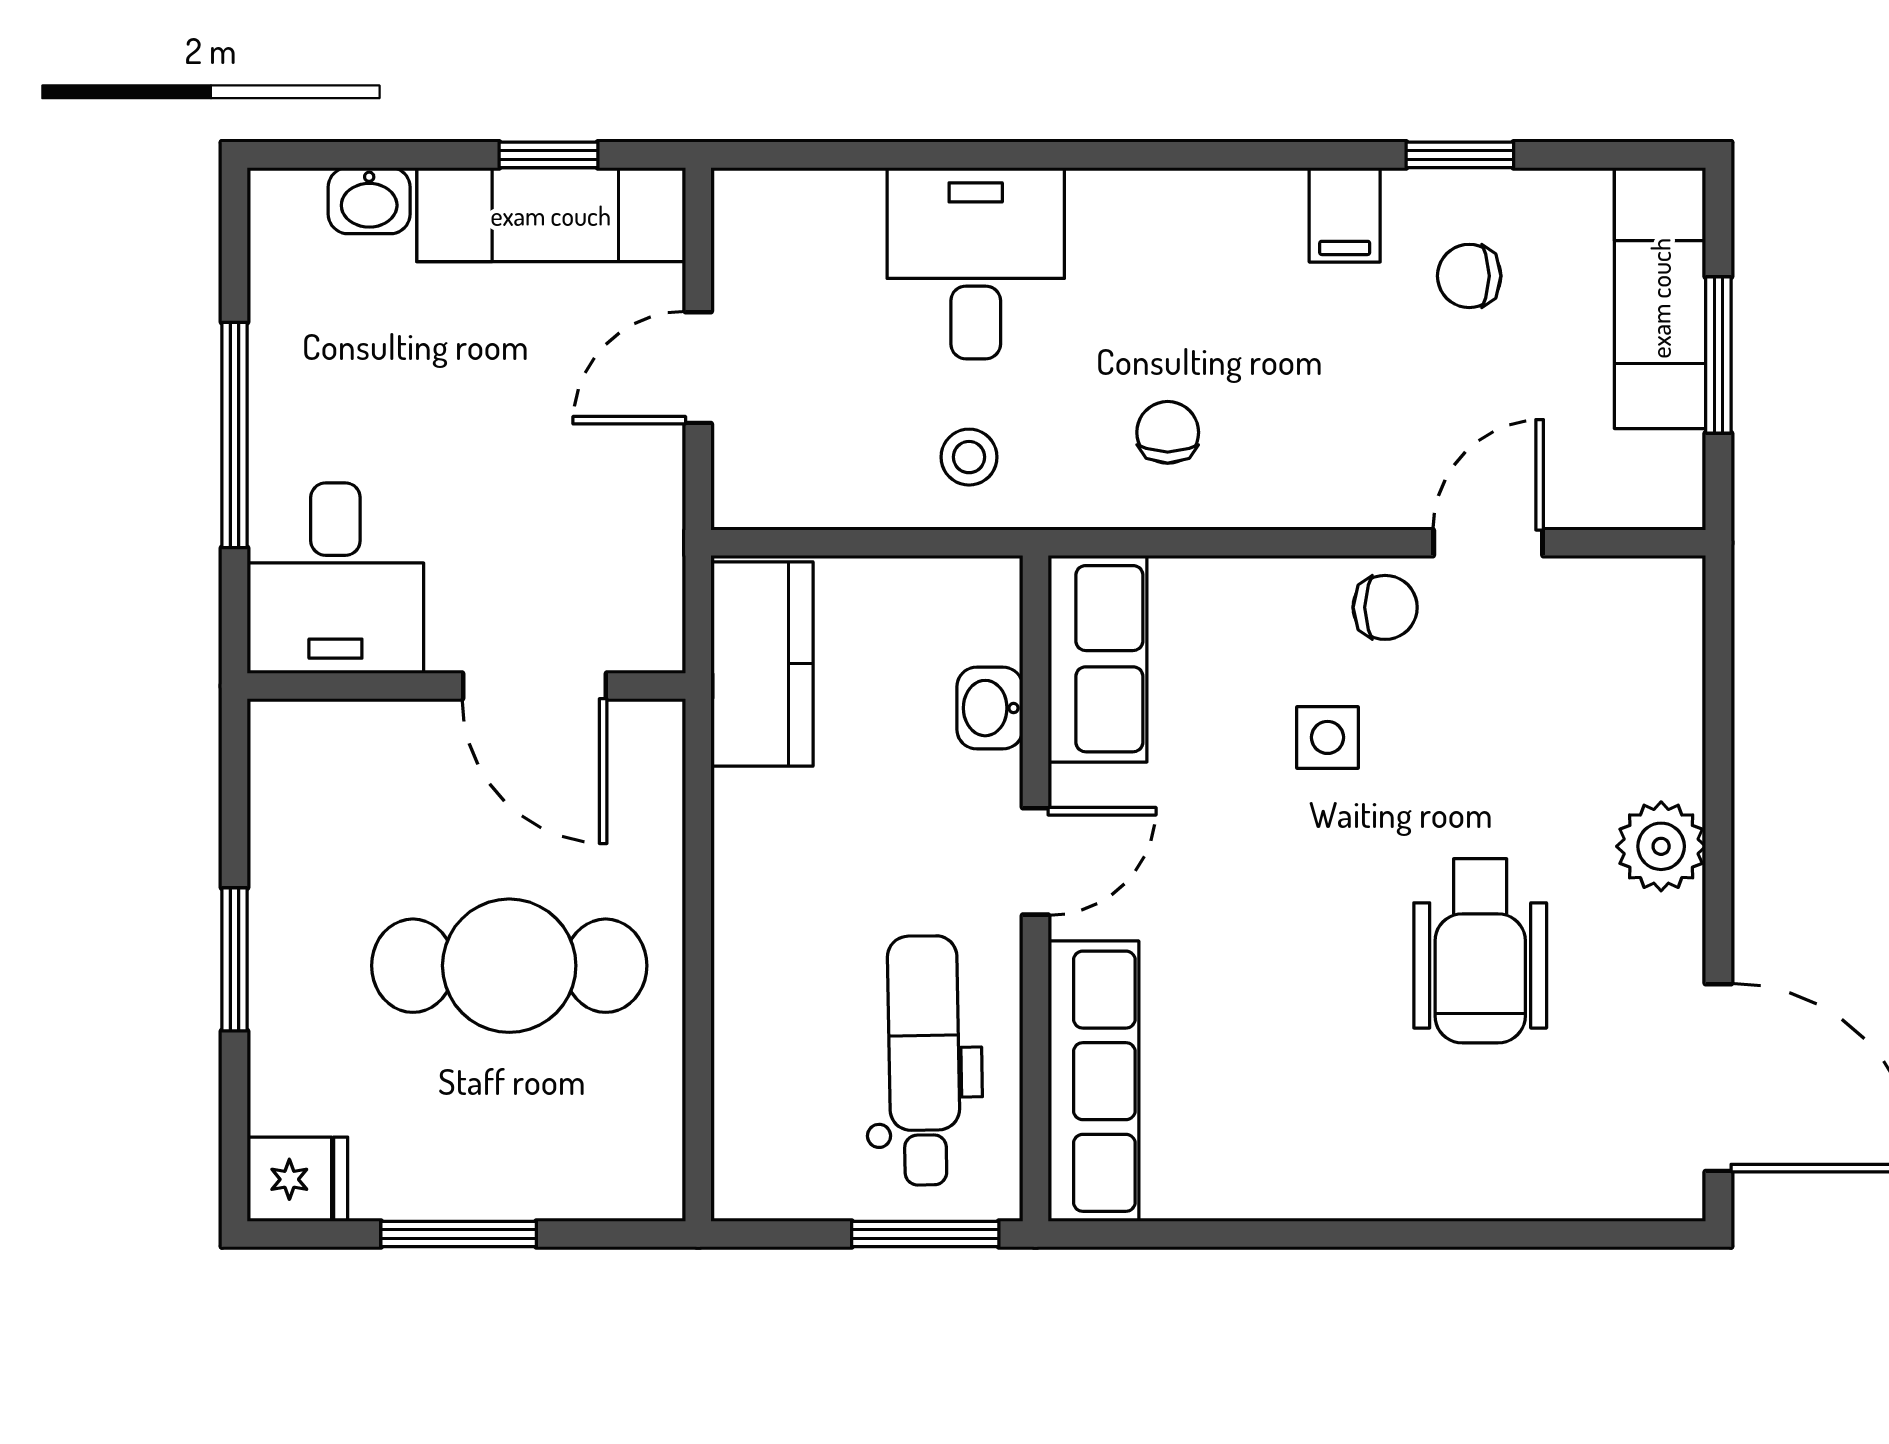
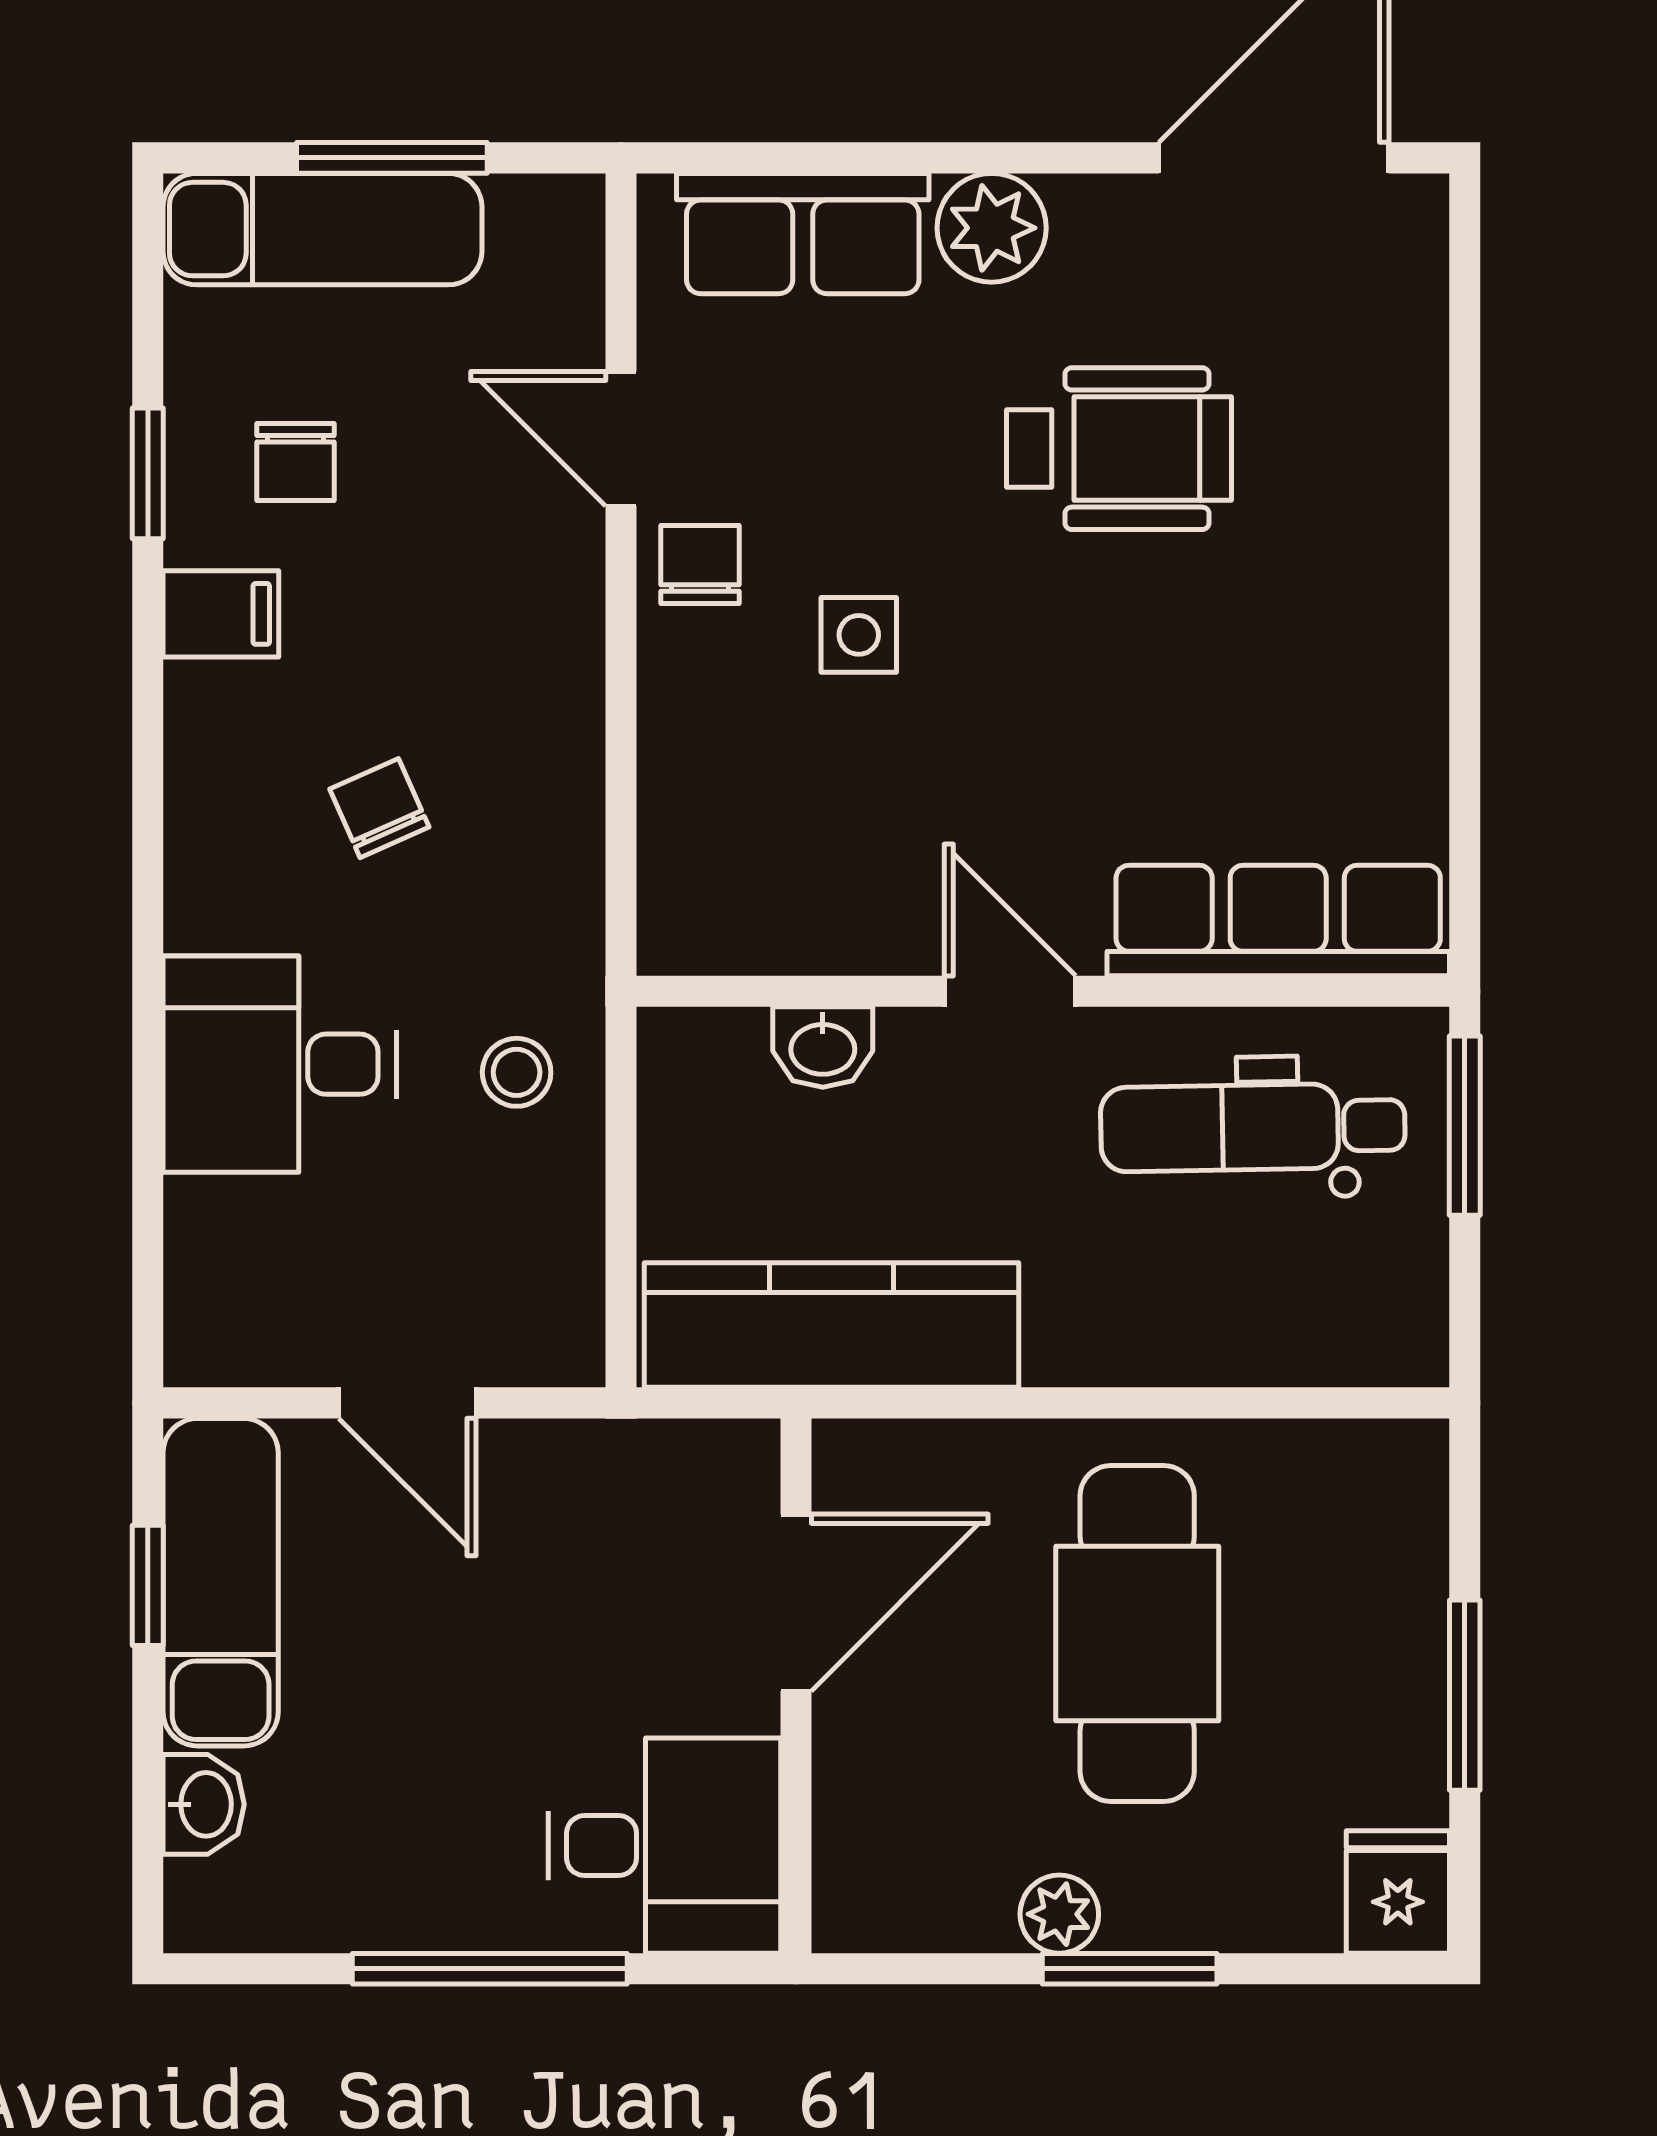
chair: (1168, 432) -> (379, 808), moved, turned 66
row of seats: (1098, 659) -> (803, 234), moved, turned 180
kitchen counter: (762, 664) -> (831, 1325), width x1.50
plant: (279, 902) -> (1059, 1914), added

